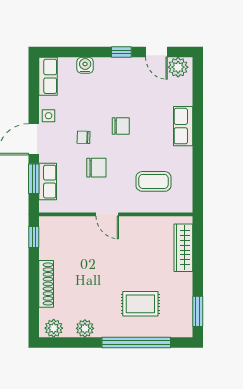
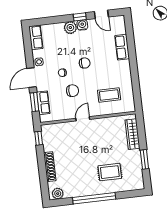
water cooler: (85, 65) -> (82, 25), moved
plant: (178, 67) -> (70, 28), moved
row of seats: (183, 126) -> (122, 47), moved
door: (107, 214) -> (83, 119), swing flipped
window: (198, 311) -> (144, 159), moved
plant: (85, 328) -> (77, 191), removed
window: (136, 342) -> (94, 198), moved

